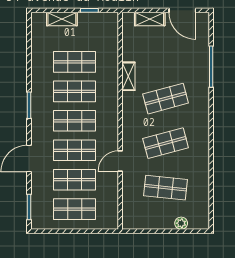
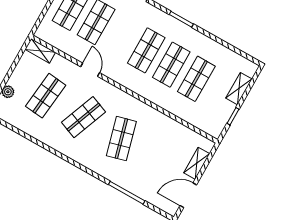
shelving: (128, 76) -> (40, 51), moved
shop shelf: (166, 143) -> (84, 117), turned 36
shop shelf: (75, 150) -> (121, 36), removed

